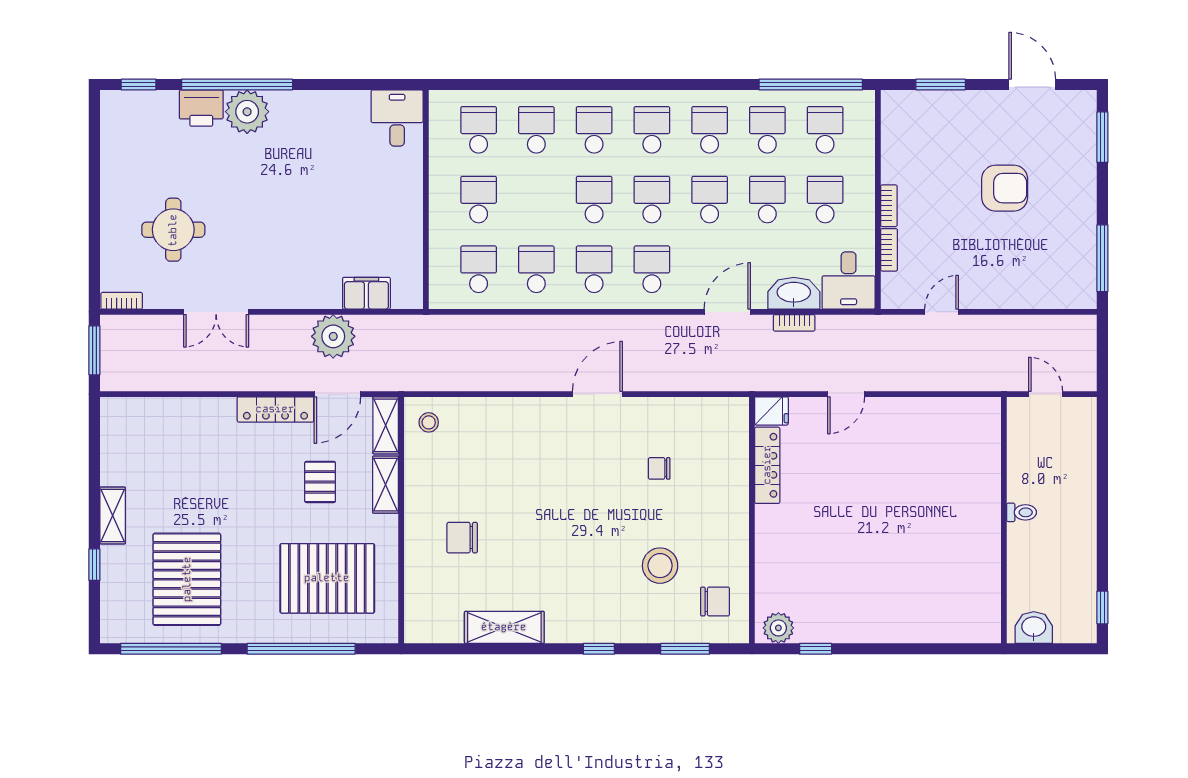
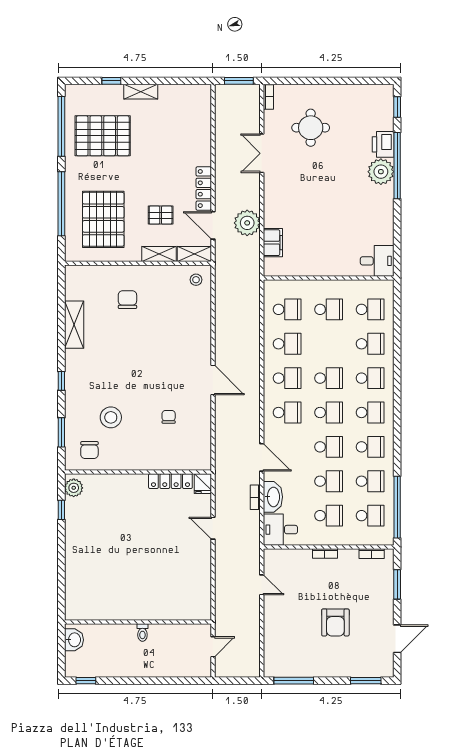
bookcase: (889, 250) -> (372, 554), moved

